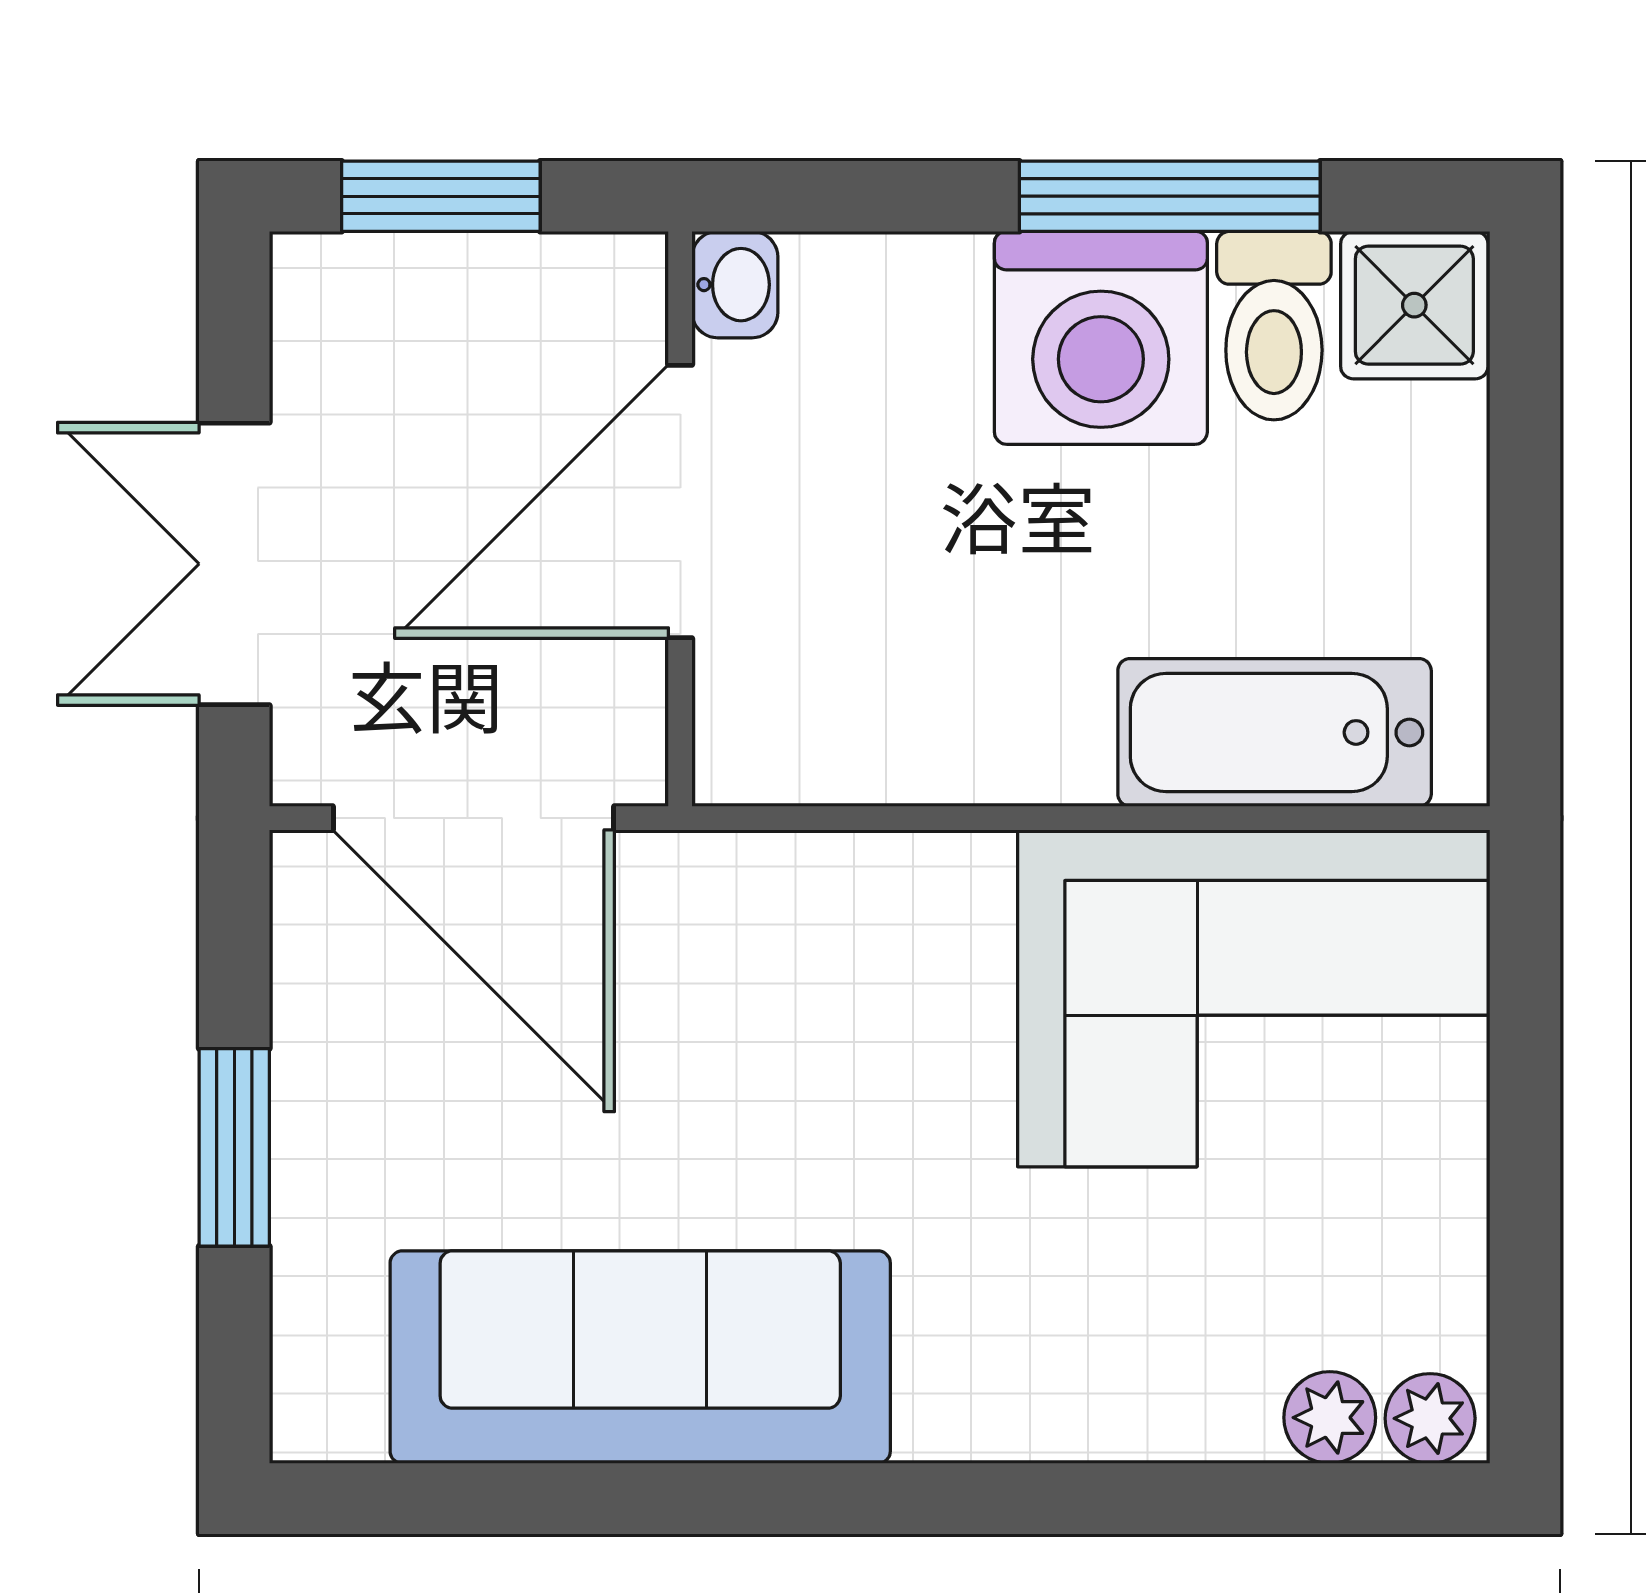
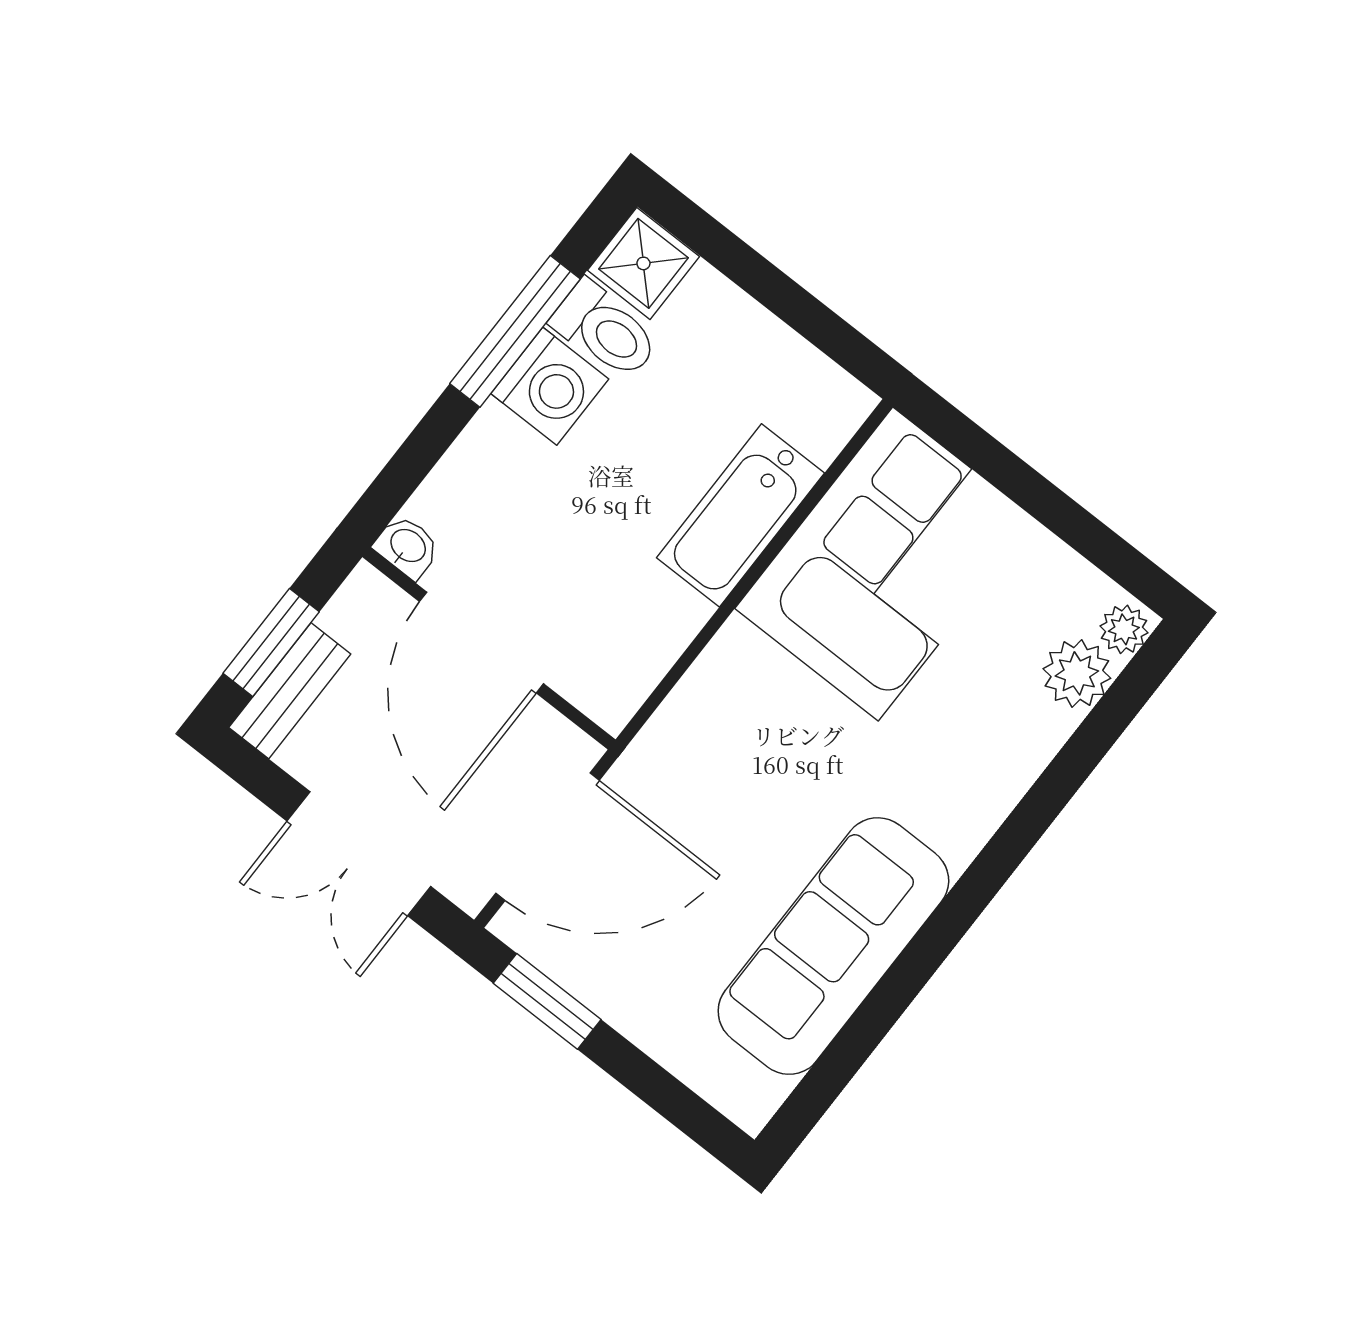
bench: (392, 278) -> (290, 691), added
washing machine: (1101, 338) -> (550, 386), width x0.73, depth x0.73
bathtub: (1275, 732) -> (740, 515), moved
window: (234, 1147) -> (547, 1001), moved
plant: (1330, 1418) -> (1077, 673), width x1.38, depth x1.38

